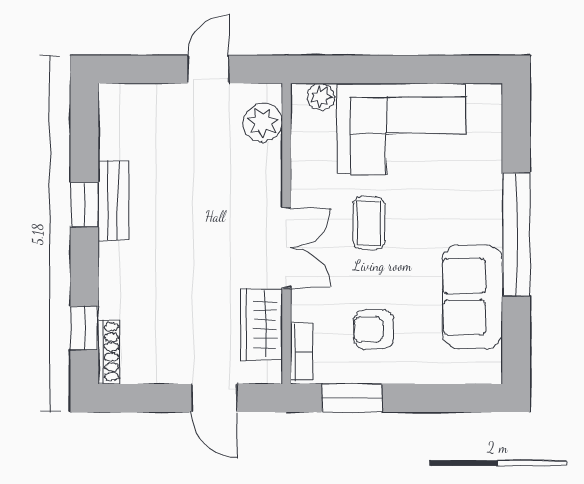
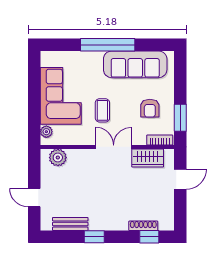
door: (208, 69) -> (34, 198), moved
bench: (113, 200) -> (70, 224), moved
coffee table: (369, 223) -> (102, 110), turned 90
sofa: (472, 297) -> (135, 64), width x1.36
shoe rack: (109, 352) -> (143, 226), moved

